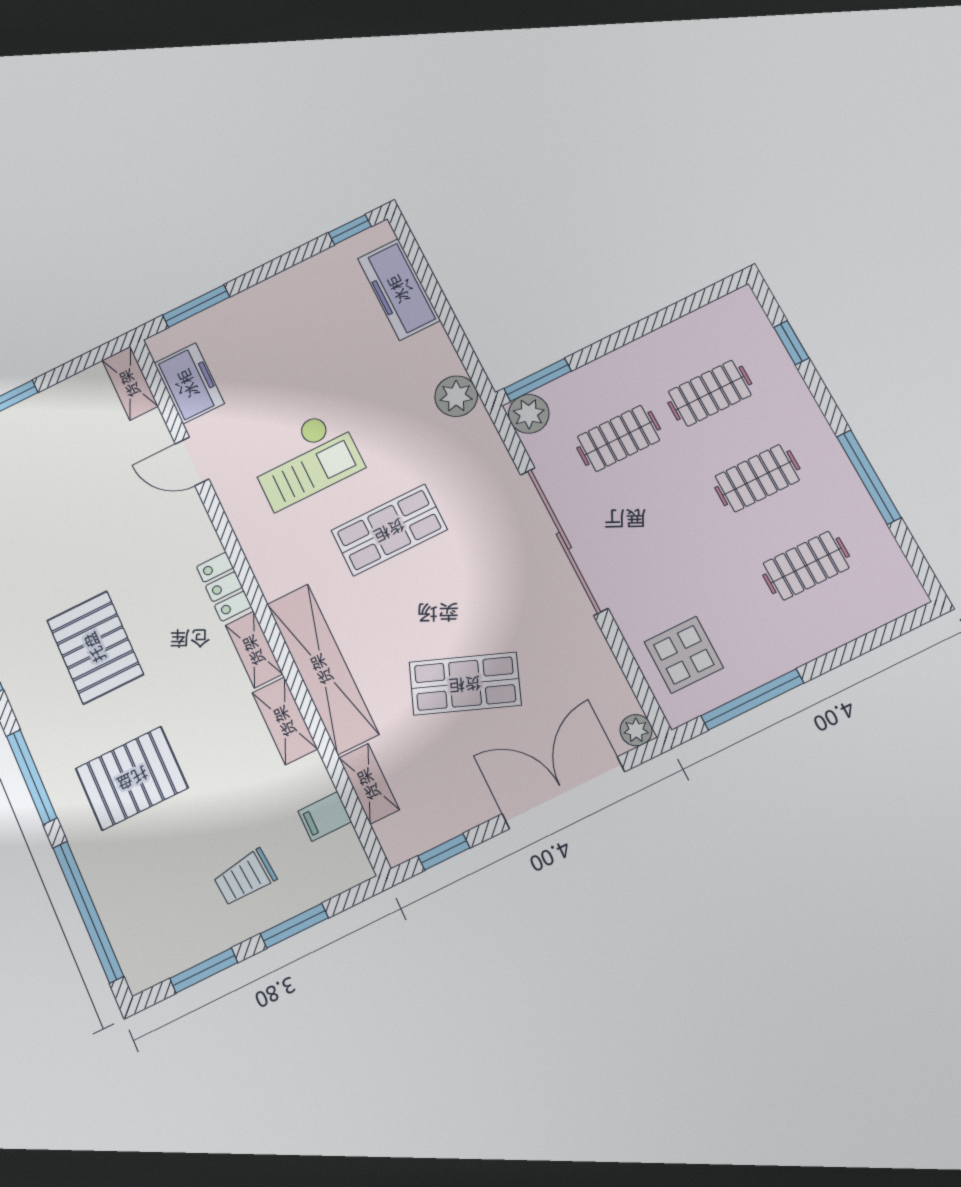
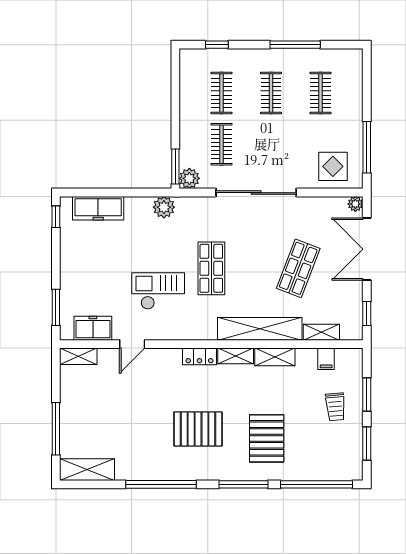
checkout: (305, 459) -> (158, 291), turned -90

